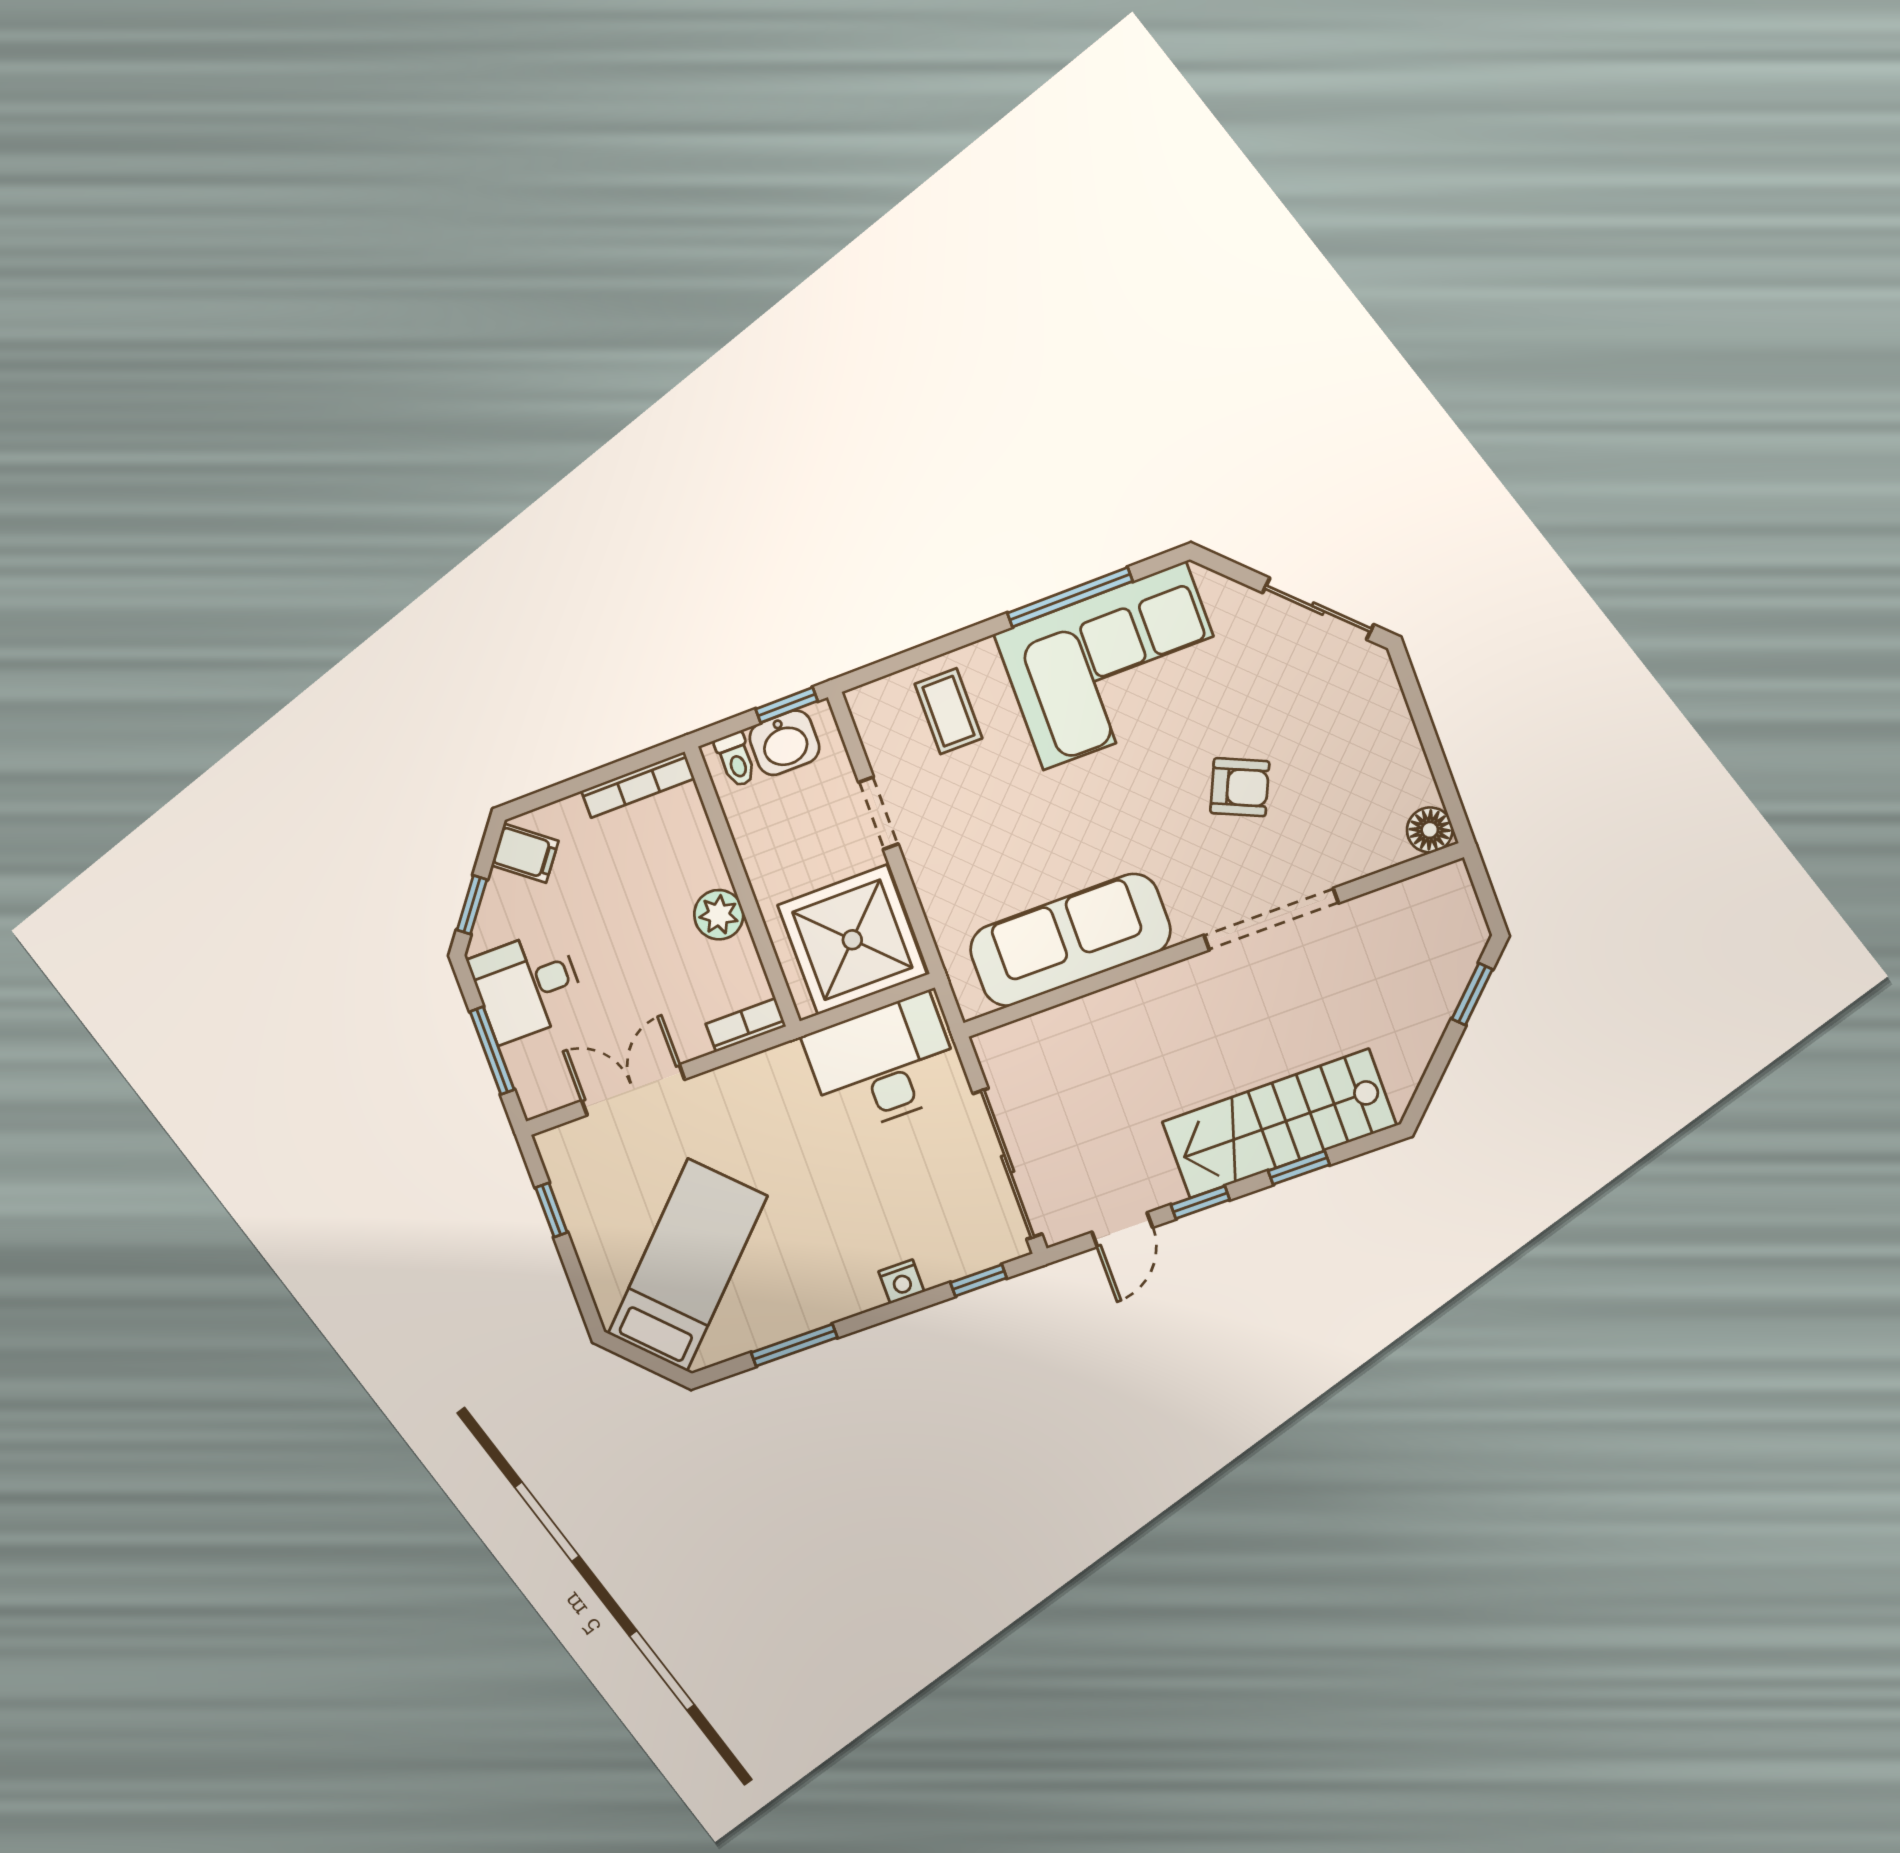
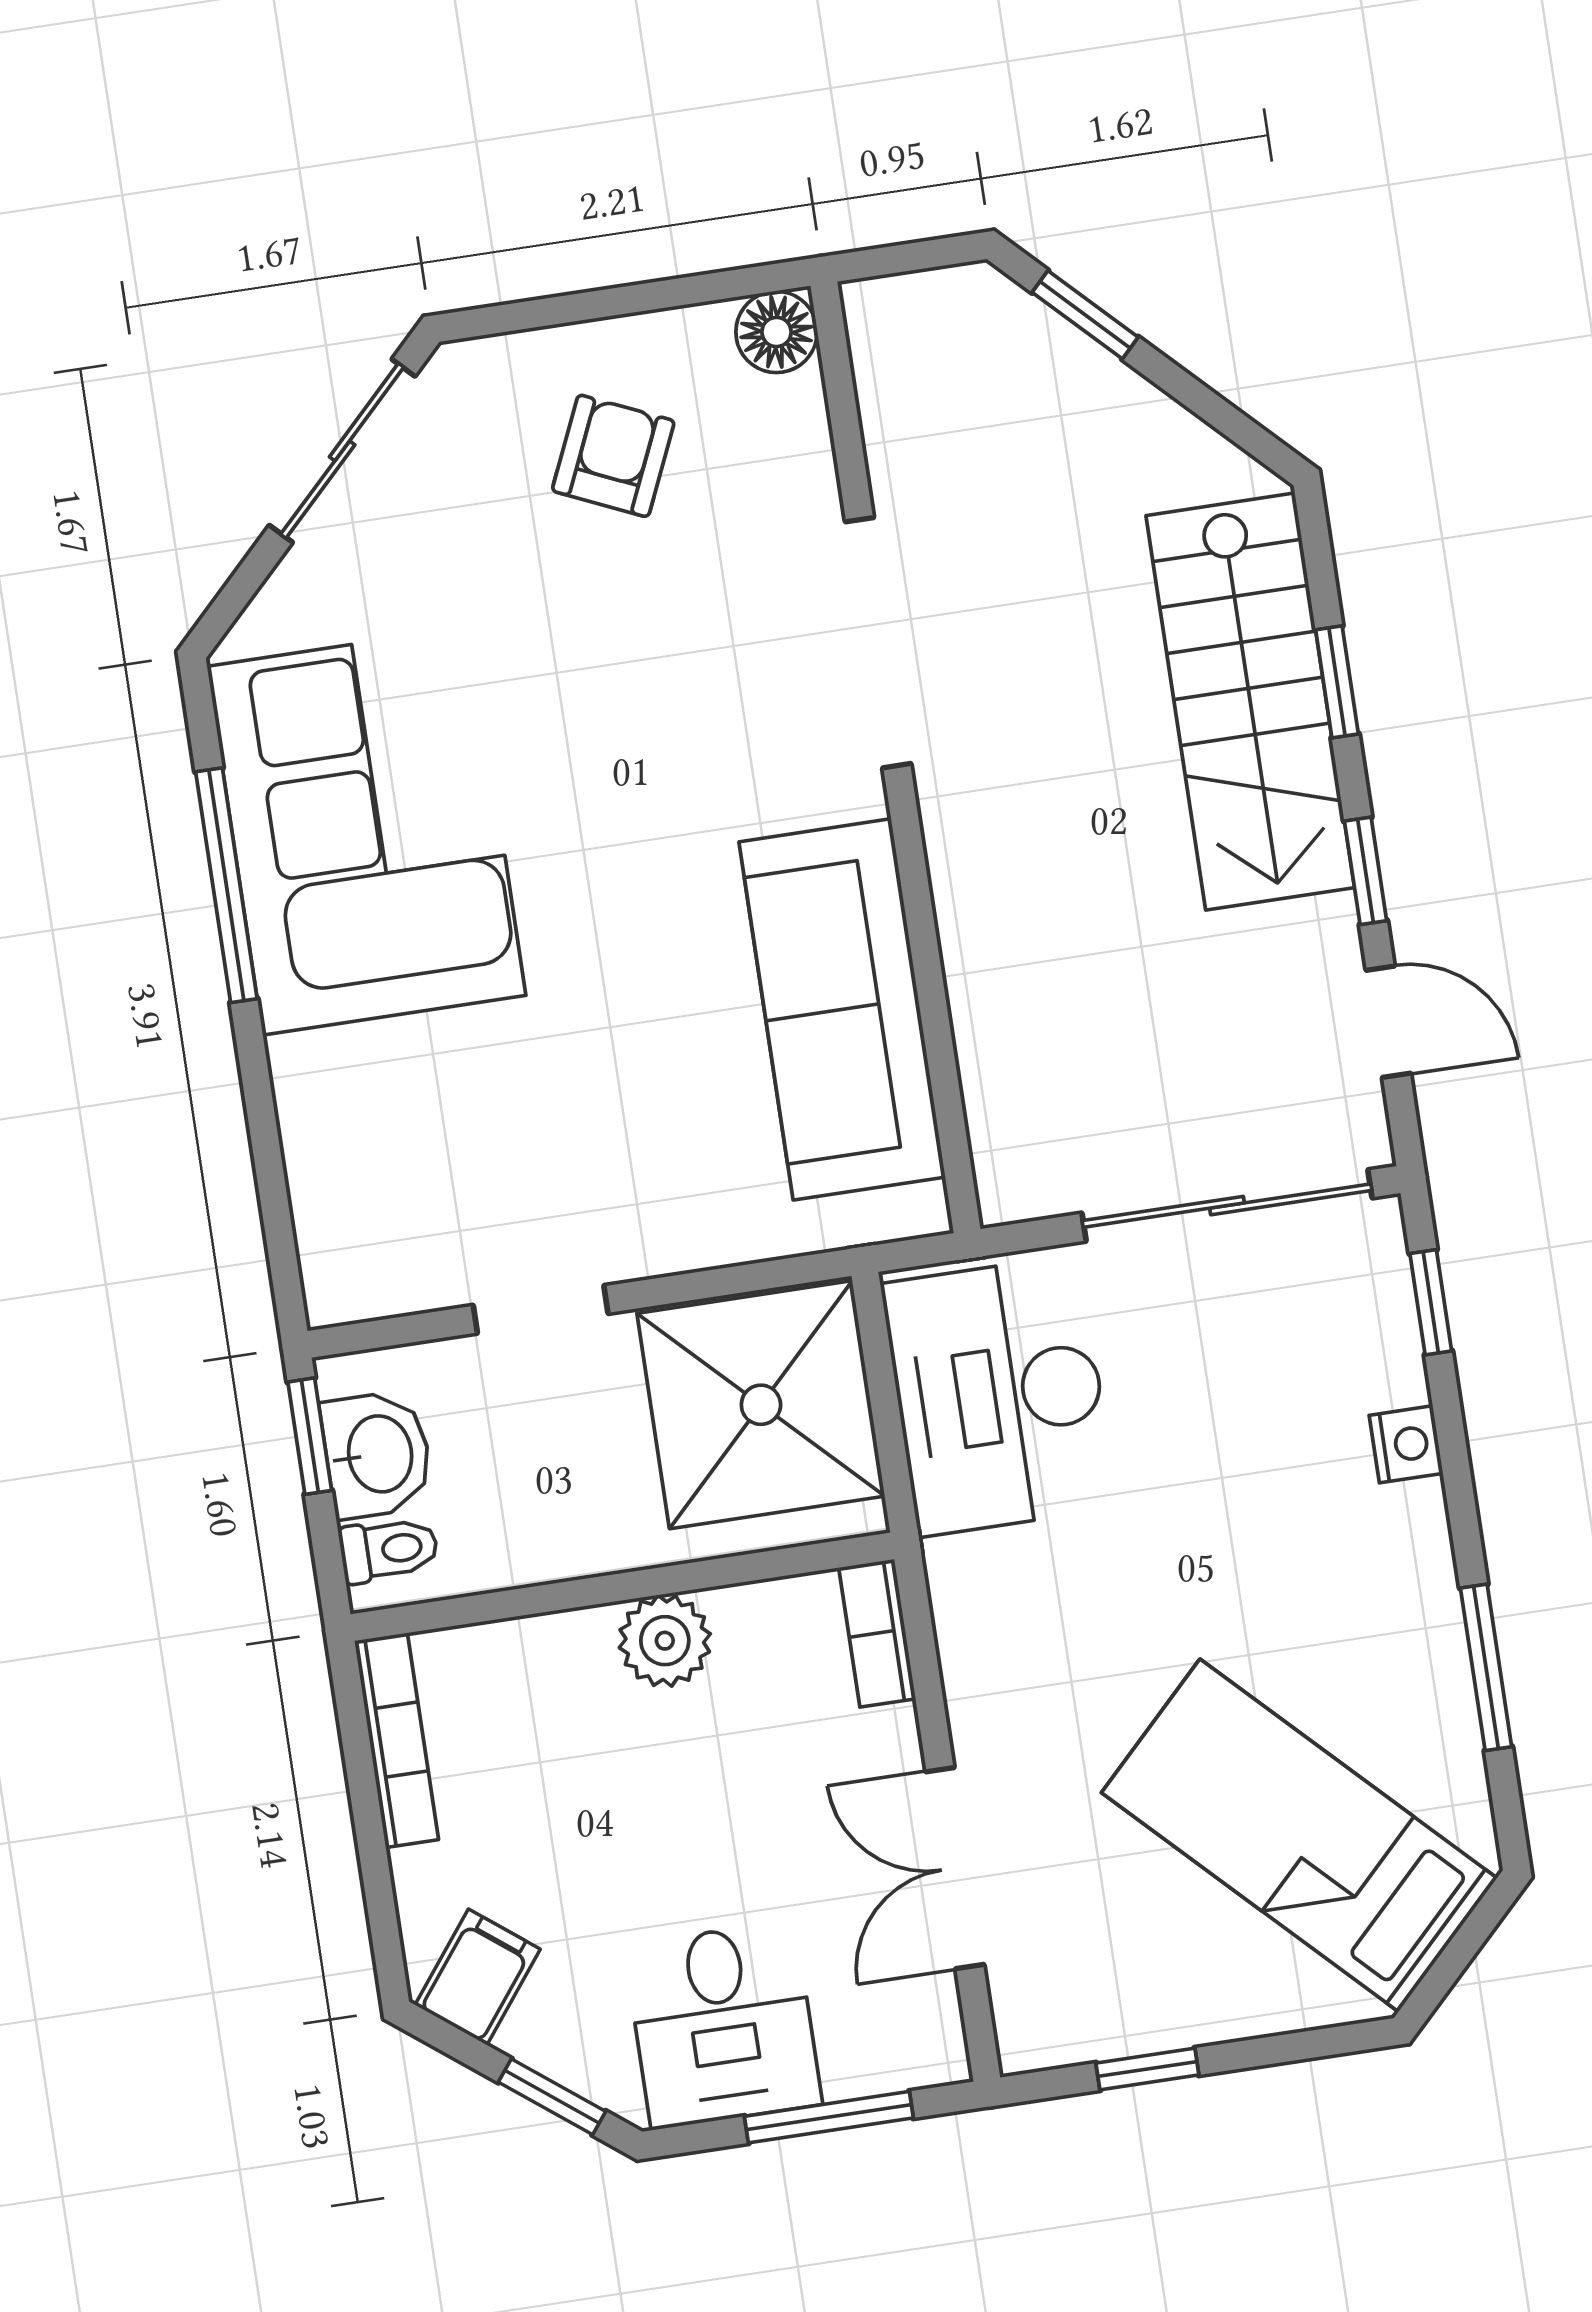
coffee table: (948, 711) -> (384, 1145), removed
armchair: (1240, 787) -> (613, 456), moved

